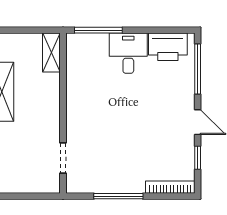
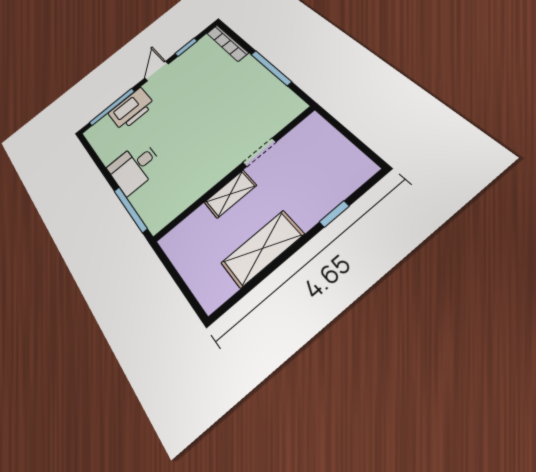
printer: (168, 47) -> (131, 109), moved, turned 90
shelving: (51, 52) -> (230, 194), moved
doorway: (63, 158) -> (260, 152), moved

